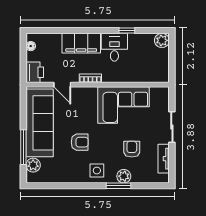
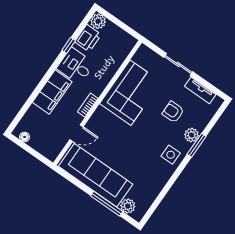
printer: (35, 72) -> (88, 38), moved, turned 90
armchair: (80, 142) -> (136, 152), removed

